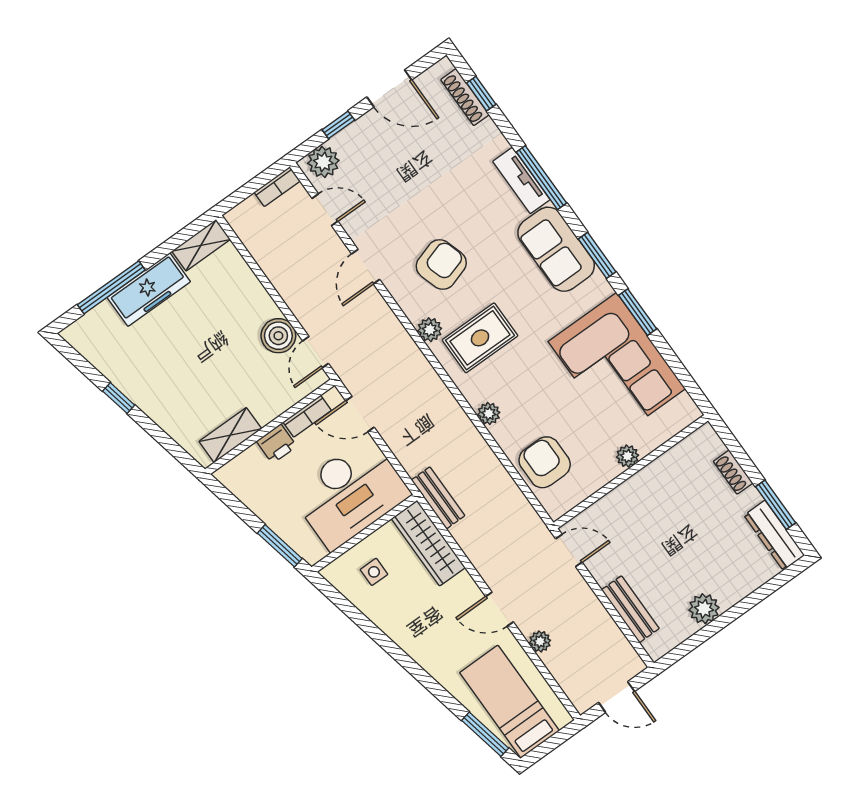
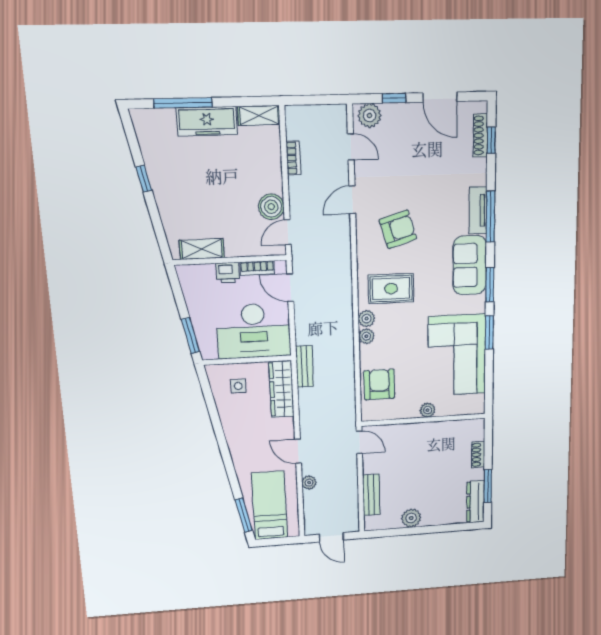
bookcase: (277, 187) -> (293, 158), moved, turned -90
plant: (430, 330) -> (367, 319), moved

